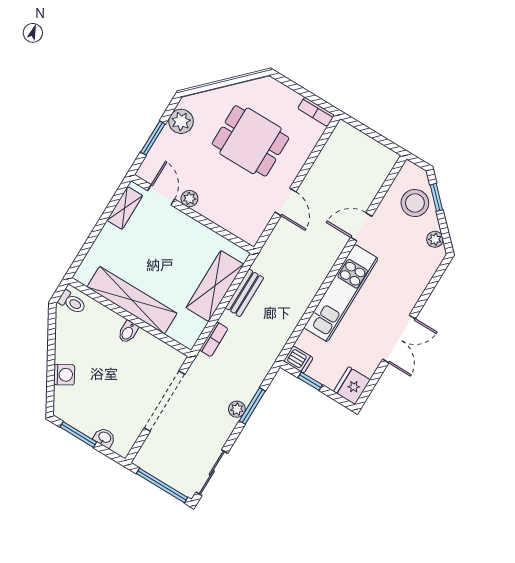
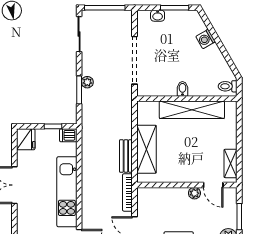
bookcase: (214, 339) -> (127, 192), moved, width x1.56

